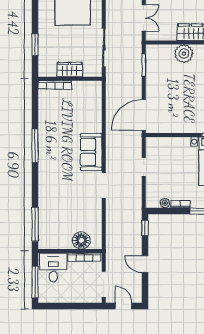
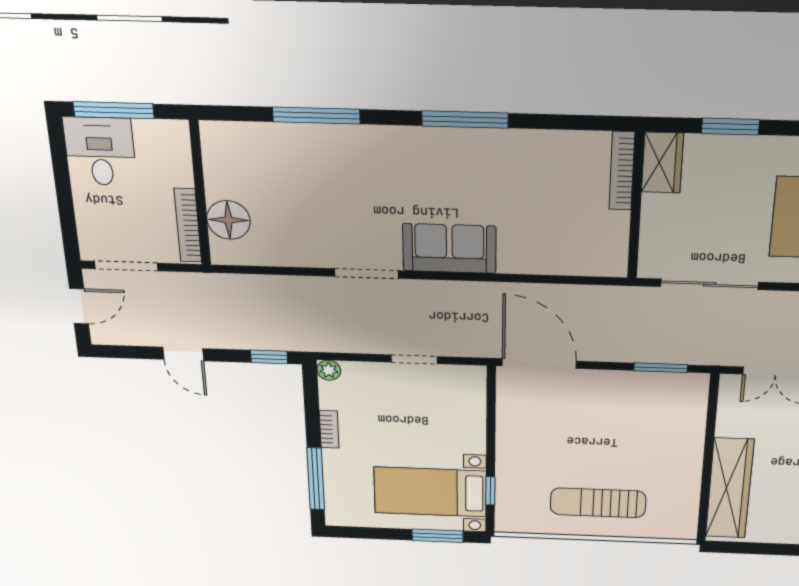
plant: (184, 54) -> (682, 449), removed
wardrobe: (70, 69) -> (662, 163), moved
plant: (165, 203) -> (329, 370), moved
window: (35, 224) -> (316, 116), moved
door: (145, 264) -> (183, 354), swing flipped
desk: (53, 268) -> (100, 151), moved, turned -90

